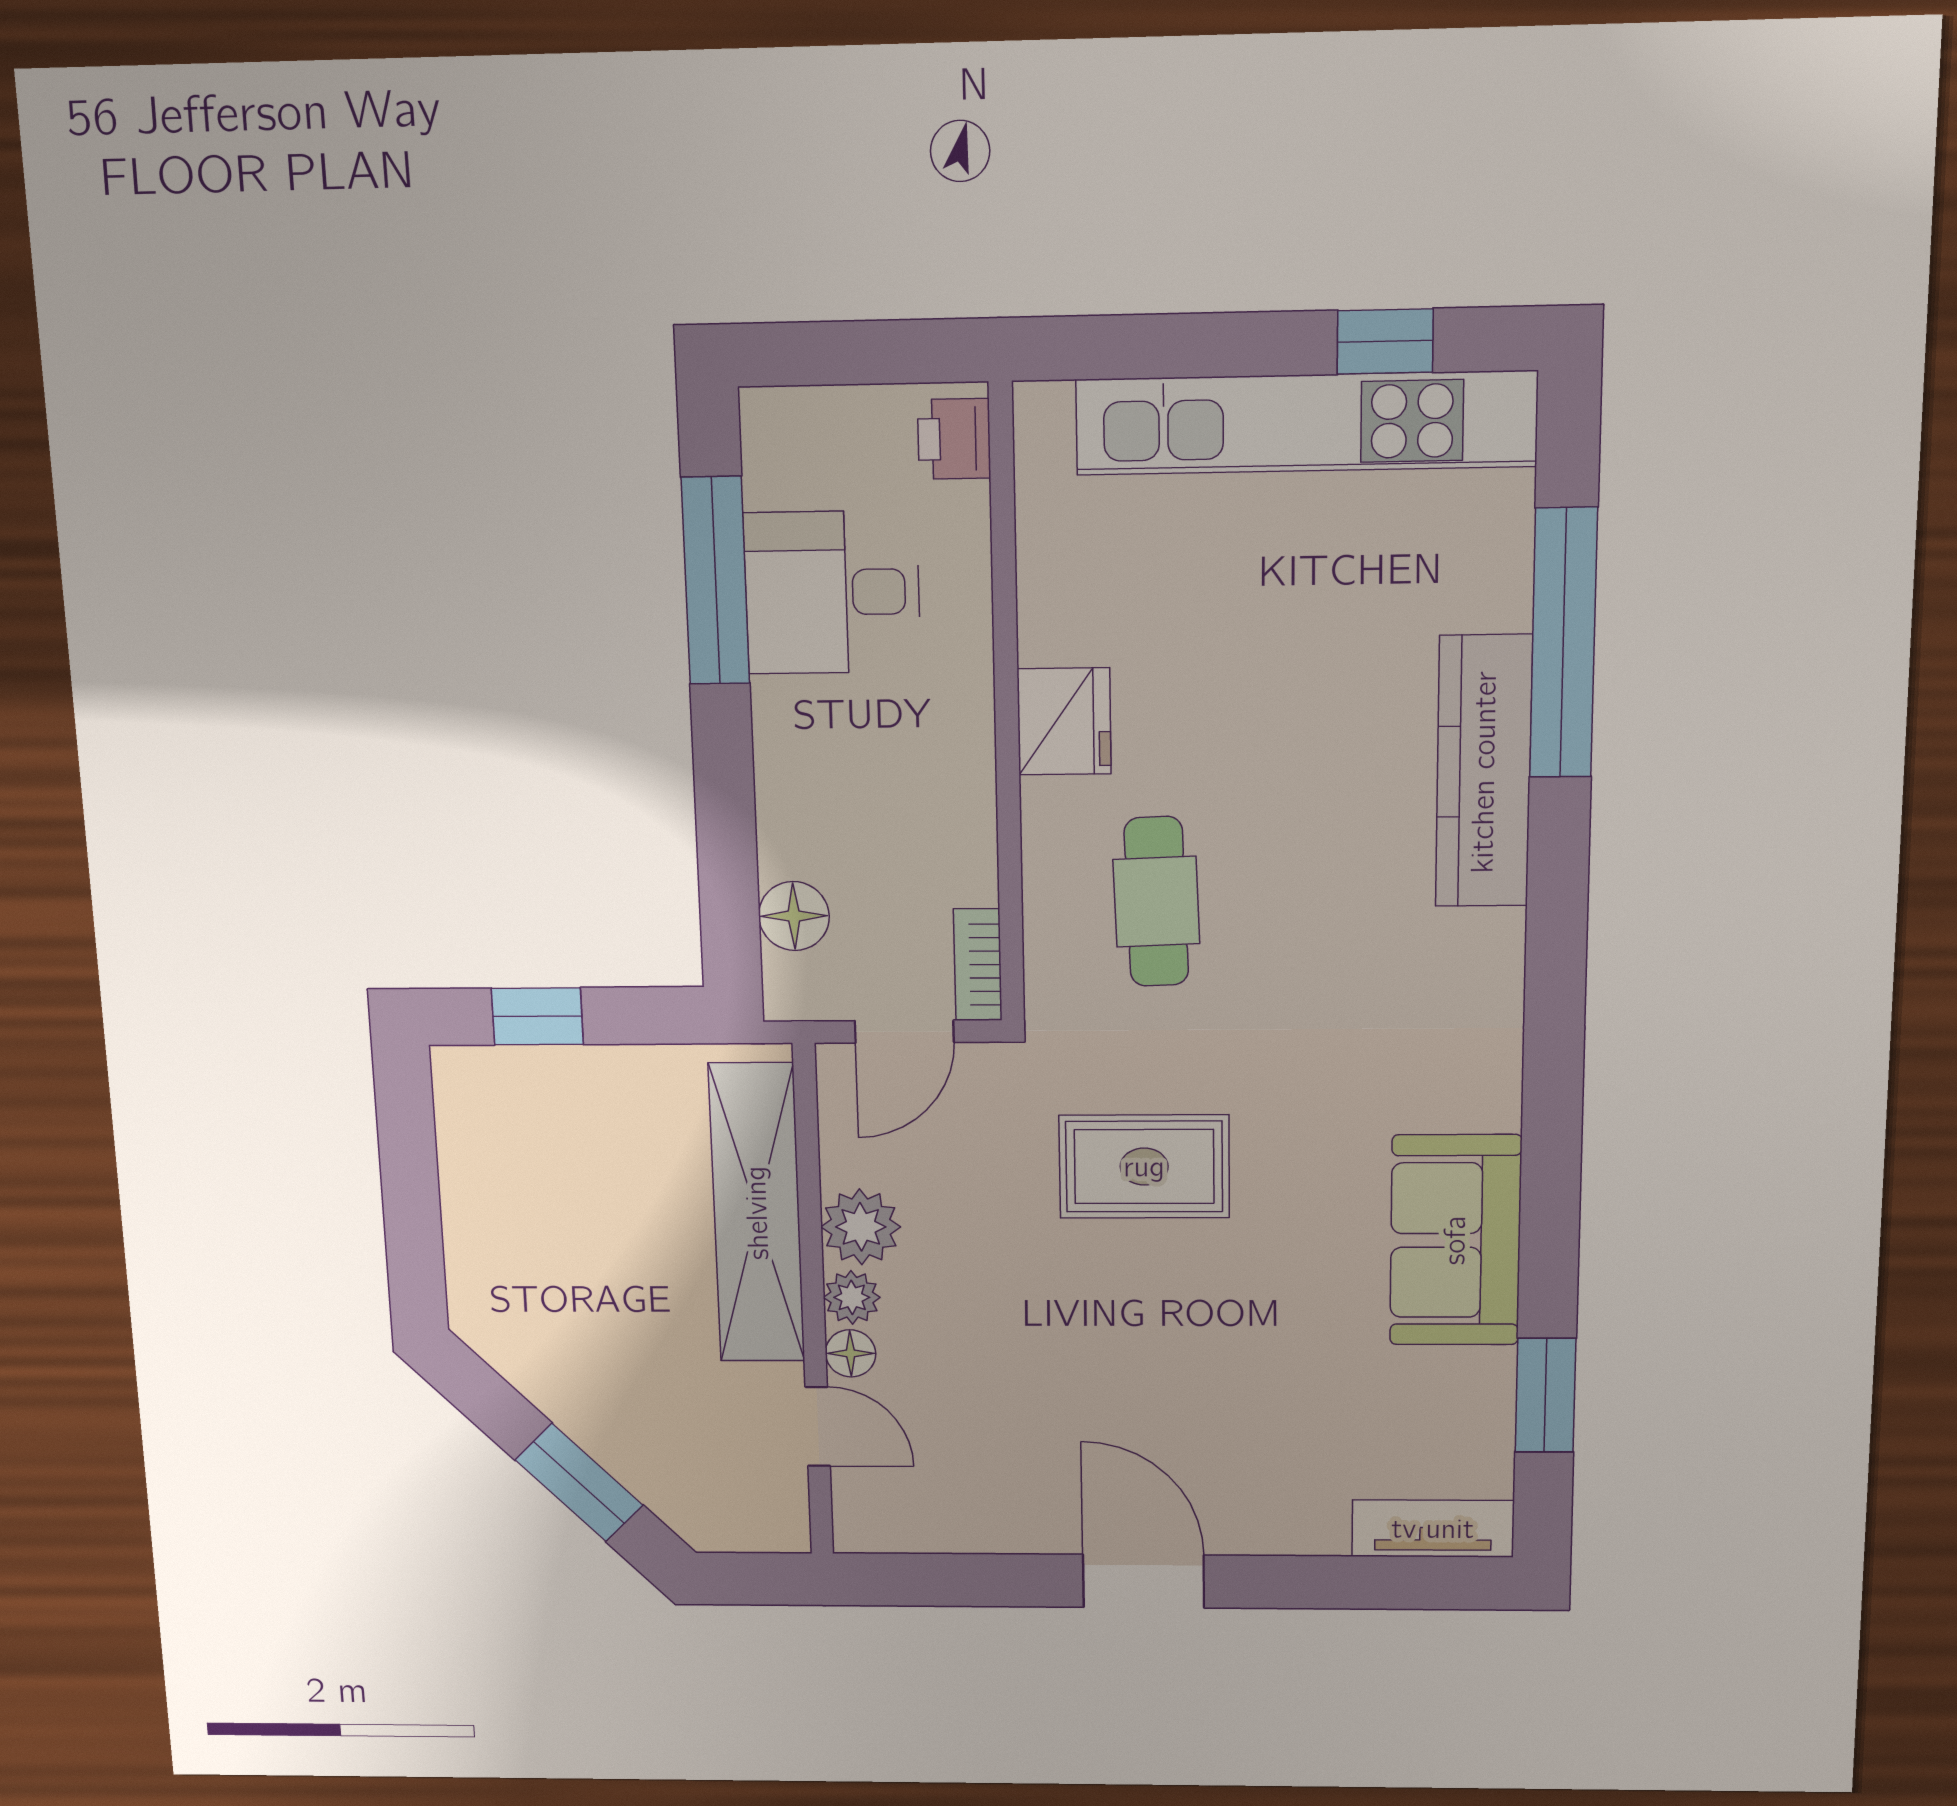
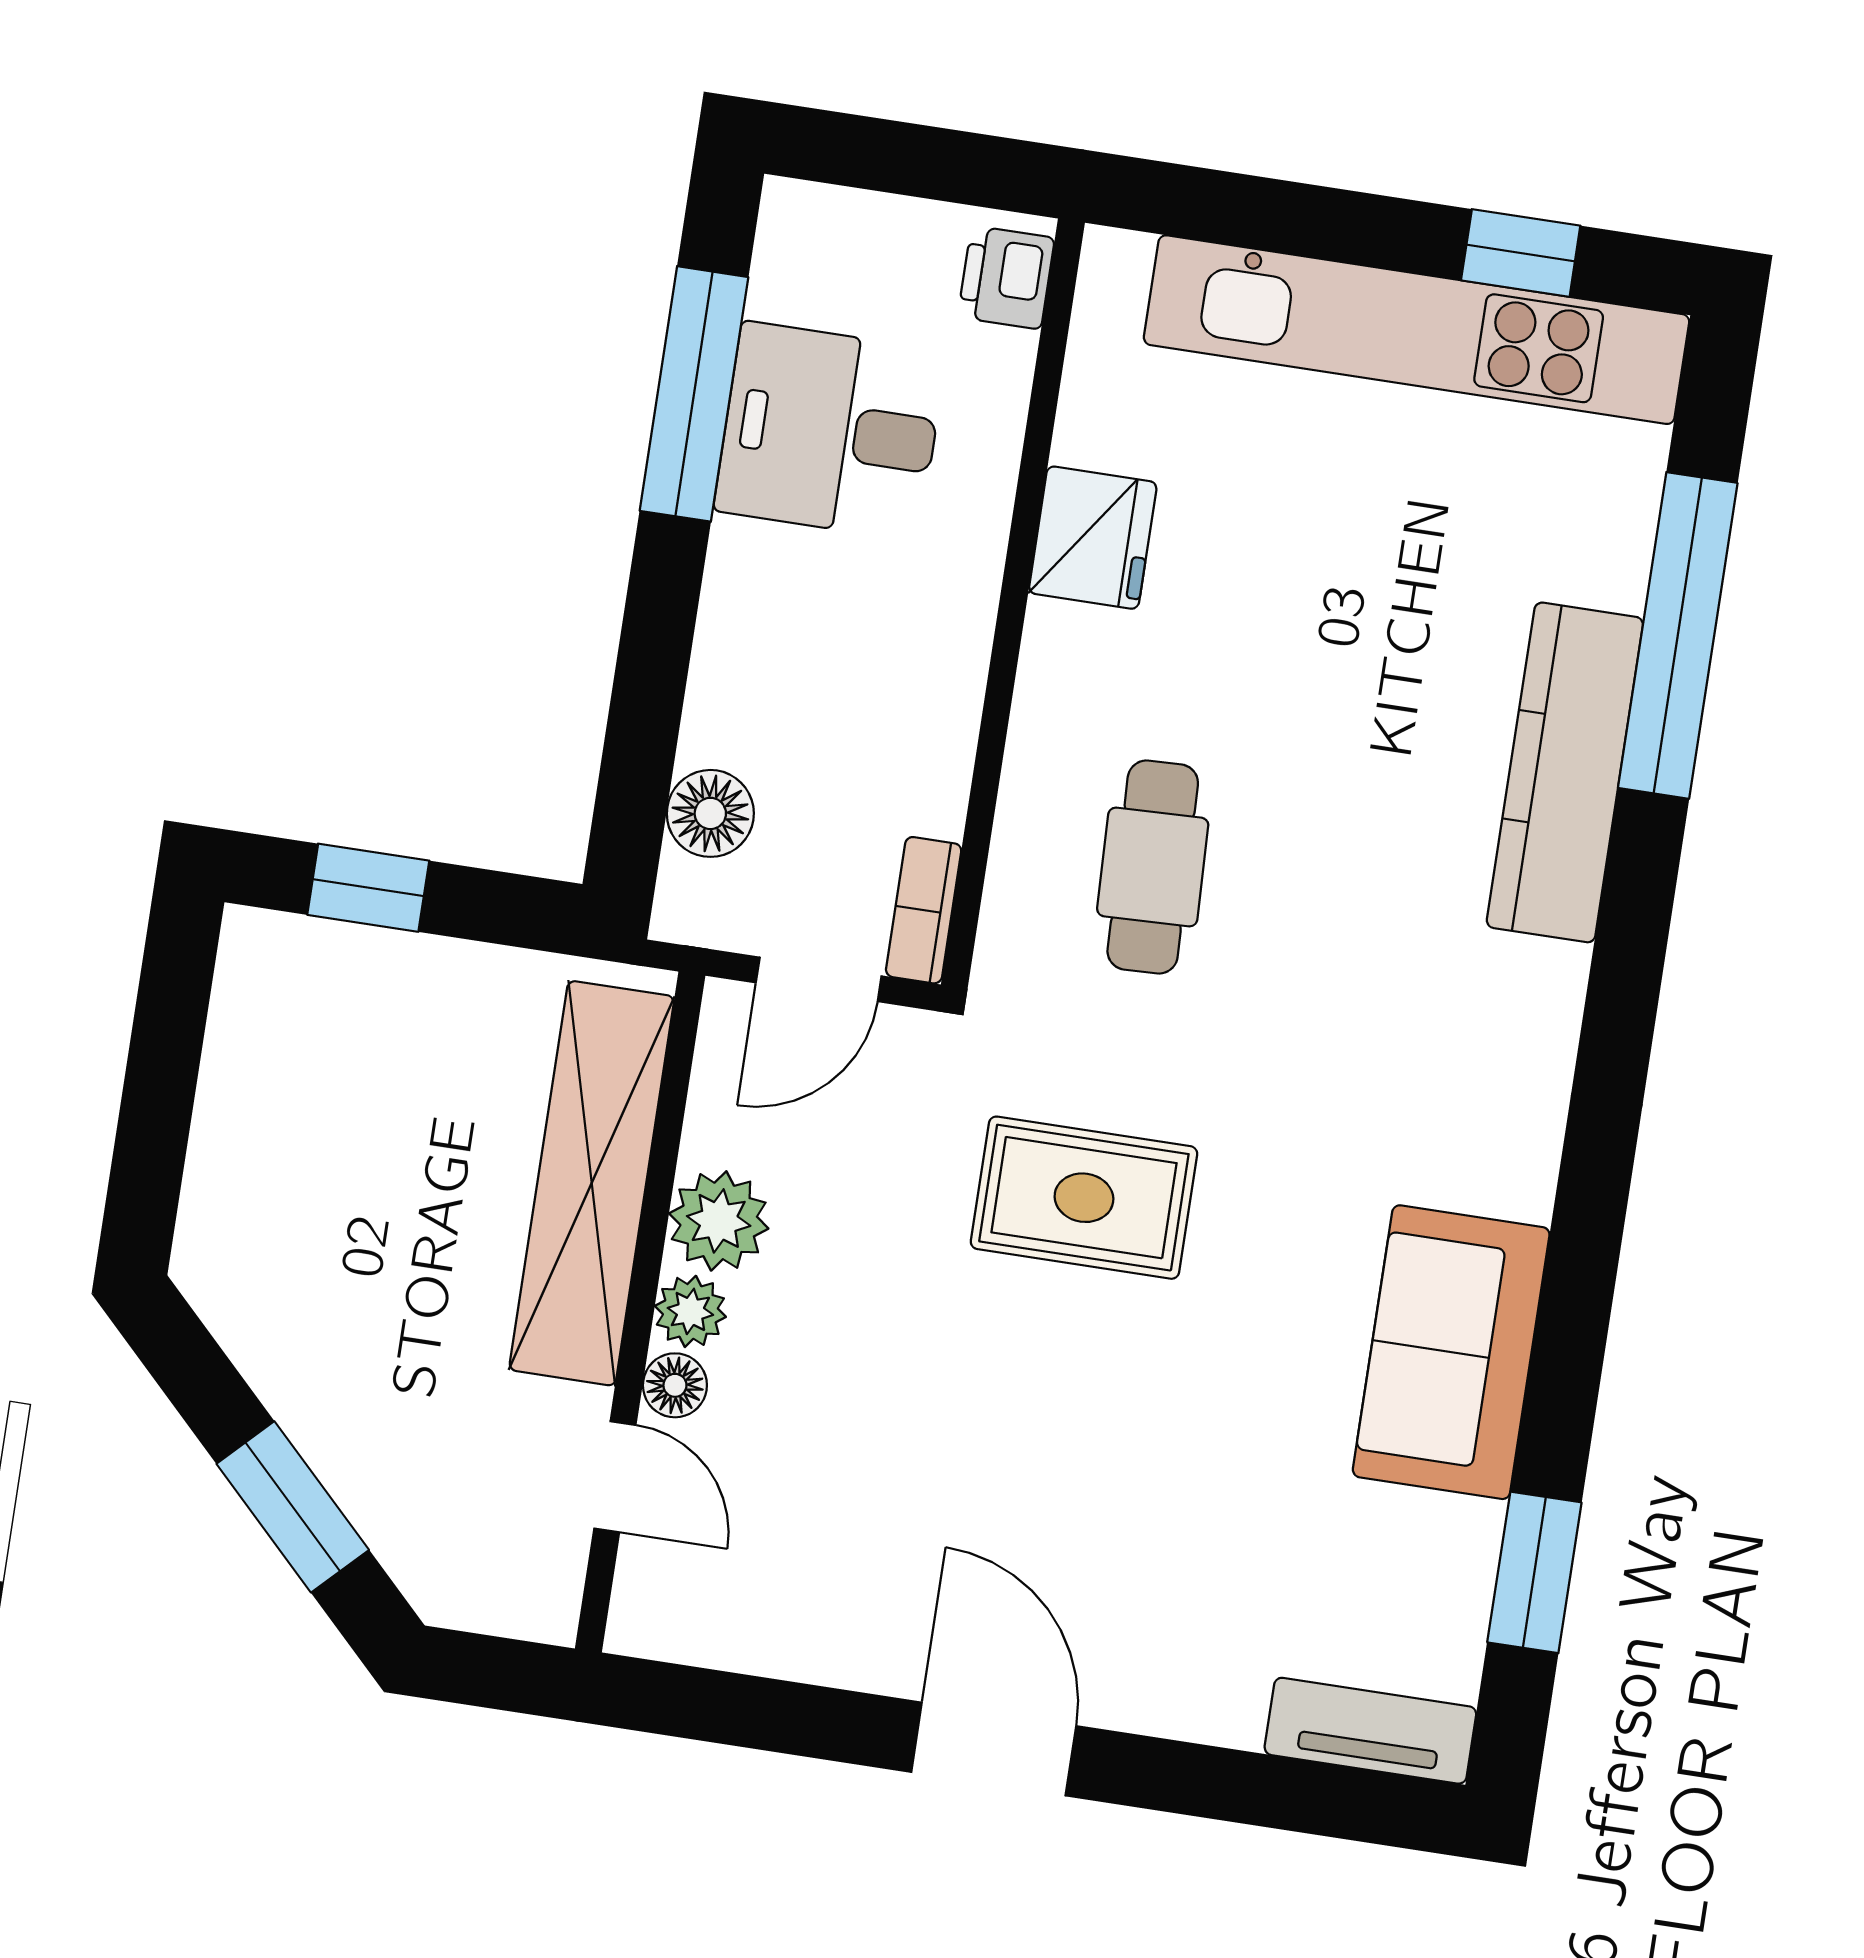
fridge: (1064, 721) -> (1093, 538), moved

